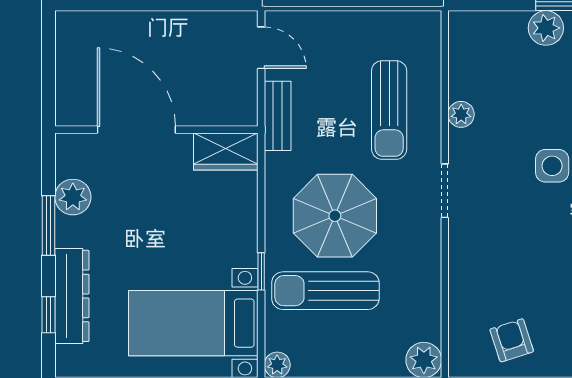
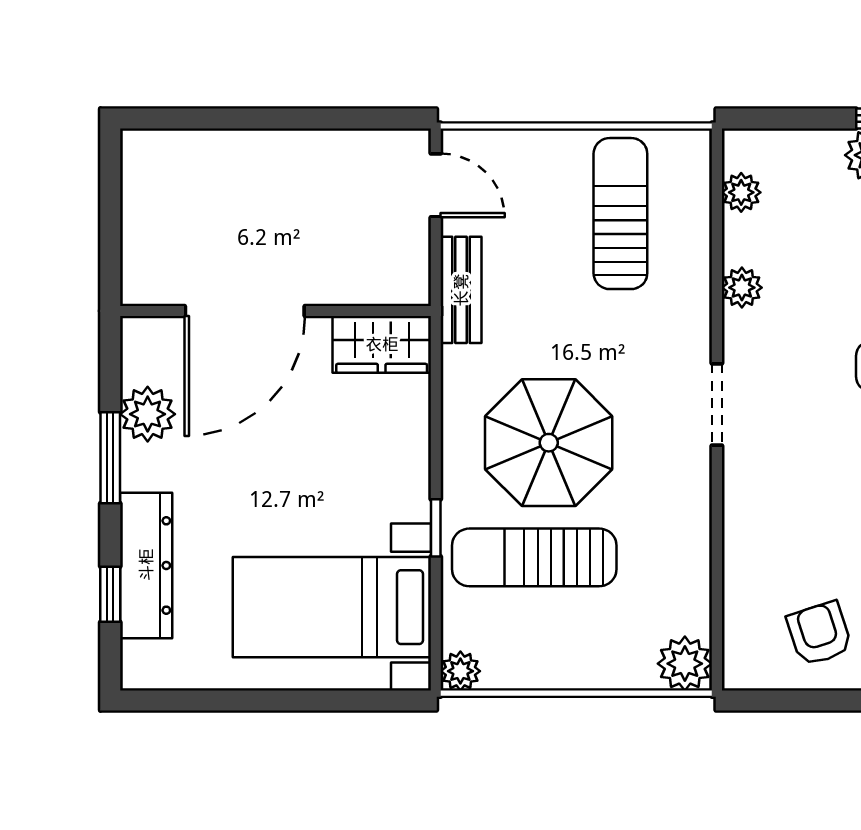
plant: (461, 52) -> (741, 192), added
sun lounger: (389, 110) -> (620, 214), moved, turned 180
door: (136, 130) -> (245, 311), swing flipped

